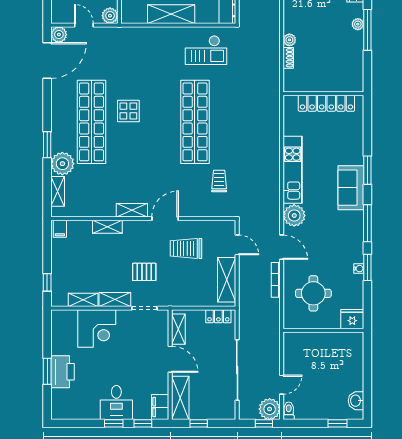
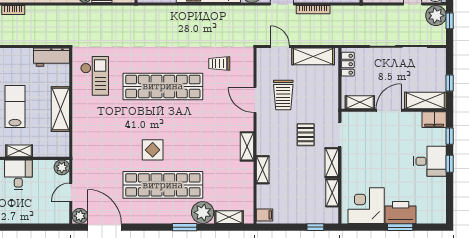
door: (165, 219) -> (255, 100), moved
door: (237, 245) -> (280, 46), hinge flipped
corner desk: (97, 328) -> (366, 206), moved, turned -90

